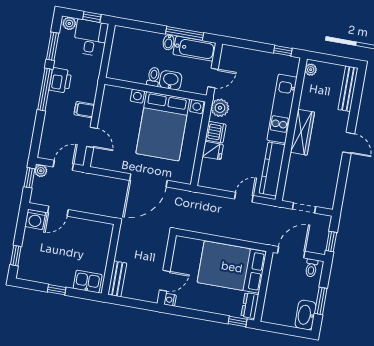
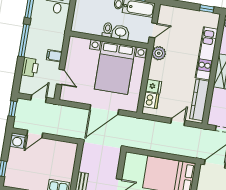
printer: (60, 80) -> (30, 67), moved
dishwasher: (216, 132) -> (151, 100), moved
plant: (41, 171) -> (21, 103), removed

